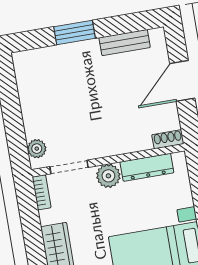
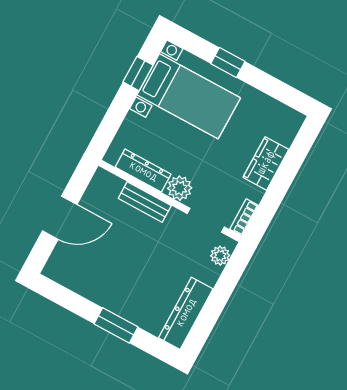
bench: (125, 43) -> (145, 202), moved
dresser: (28, 84) -> (186, 313), added
shoe rack: (168, 139) -> (108, 180), removed

